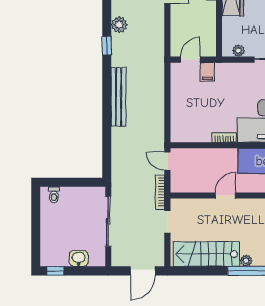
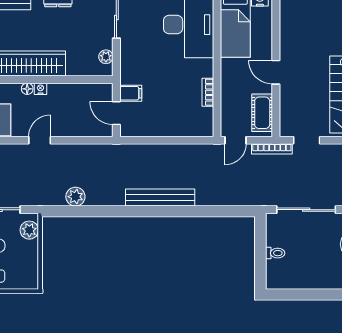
window: (107, 46) -> (100, 211), removed
bookcase: (224, 137) -> (208, 92), moved
cot: (191, 184) -> (262, 113), added
toilet: (54, 195) -> (275, 253), moved

